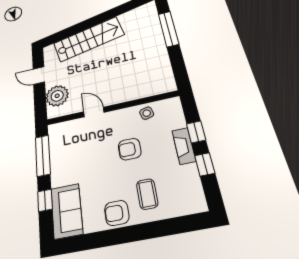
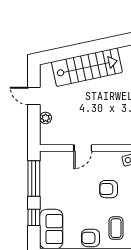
plant: (57, 96) -> (46, 118), width x0.53, depth x0.53
door: (94, 112) -> (83, 148), swing flipped

